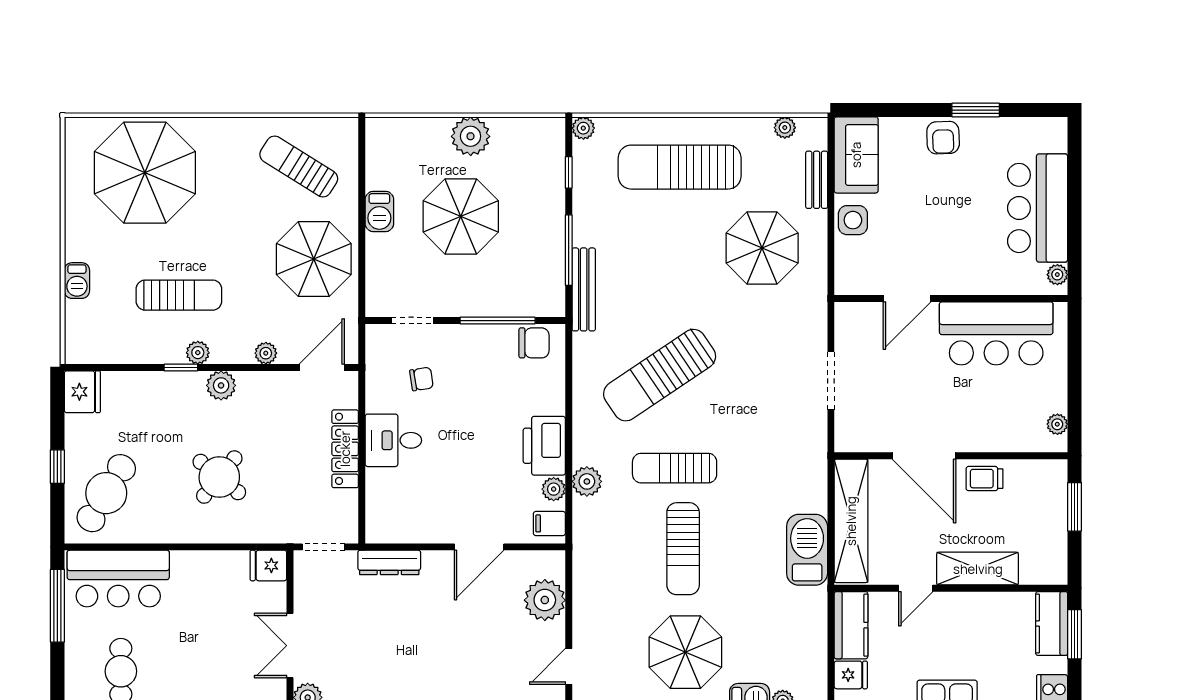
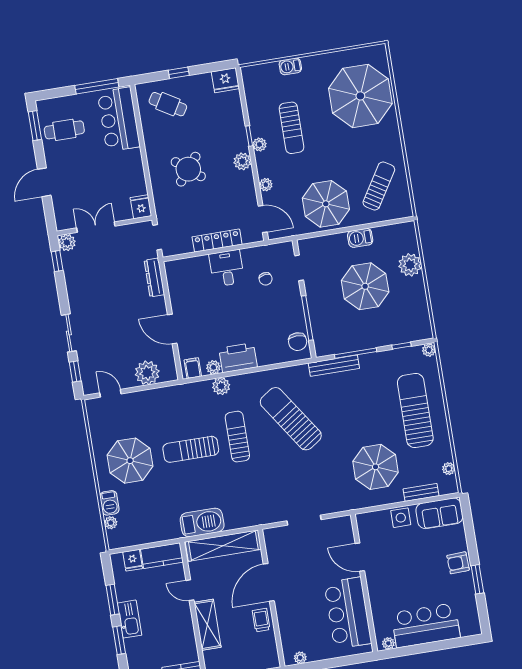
plant: (471, 136) -> (410, 265), moved
cafe table: (106, 493) -> (168, 104), width x0.73, depth x0.74

